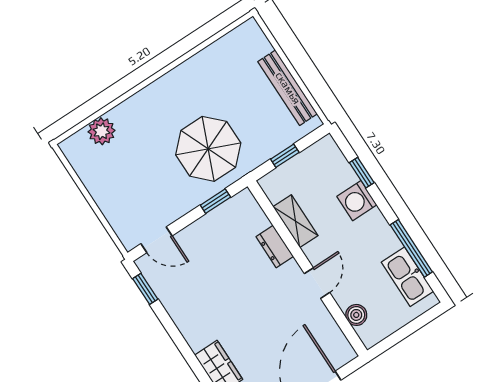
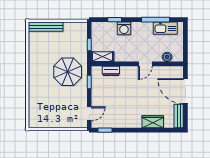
bench: (288, 88) -> (46, 27), moved
plant: (102, 131) -> (35, 108), removed
shelving: (296, 221) -> (103, 57), moved
dresser: (275, 247) -> (111, 71), moved
door: (317, 283) -> (145, 64), swing flipped

